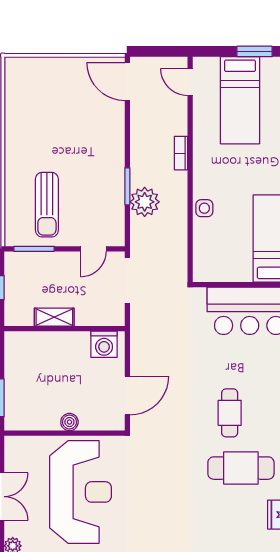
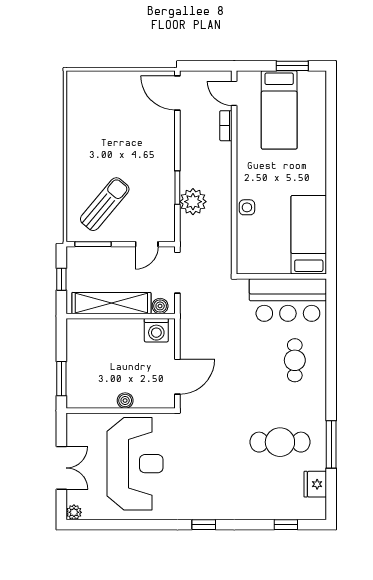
bookcase: (181, 153) -> (226, 126), moved
sun lounger: (47, 205) -> (105, 204), turned -140
shelving: (54, 317) -> (111, 303), width x2.20, depth x1.33
boiler: (108, 317) -> (160, 306), added
cafe table: (230, 413) -> (295, 360), moved

